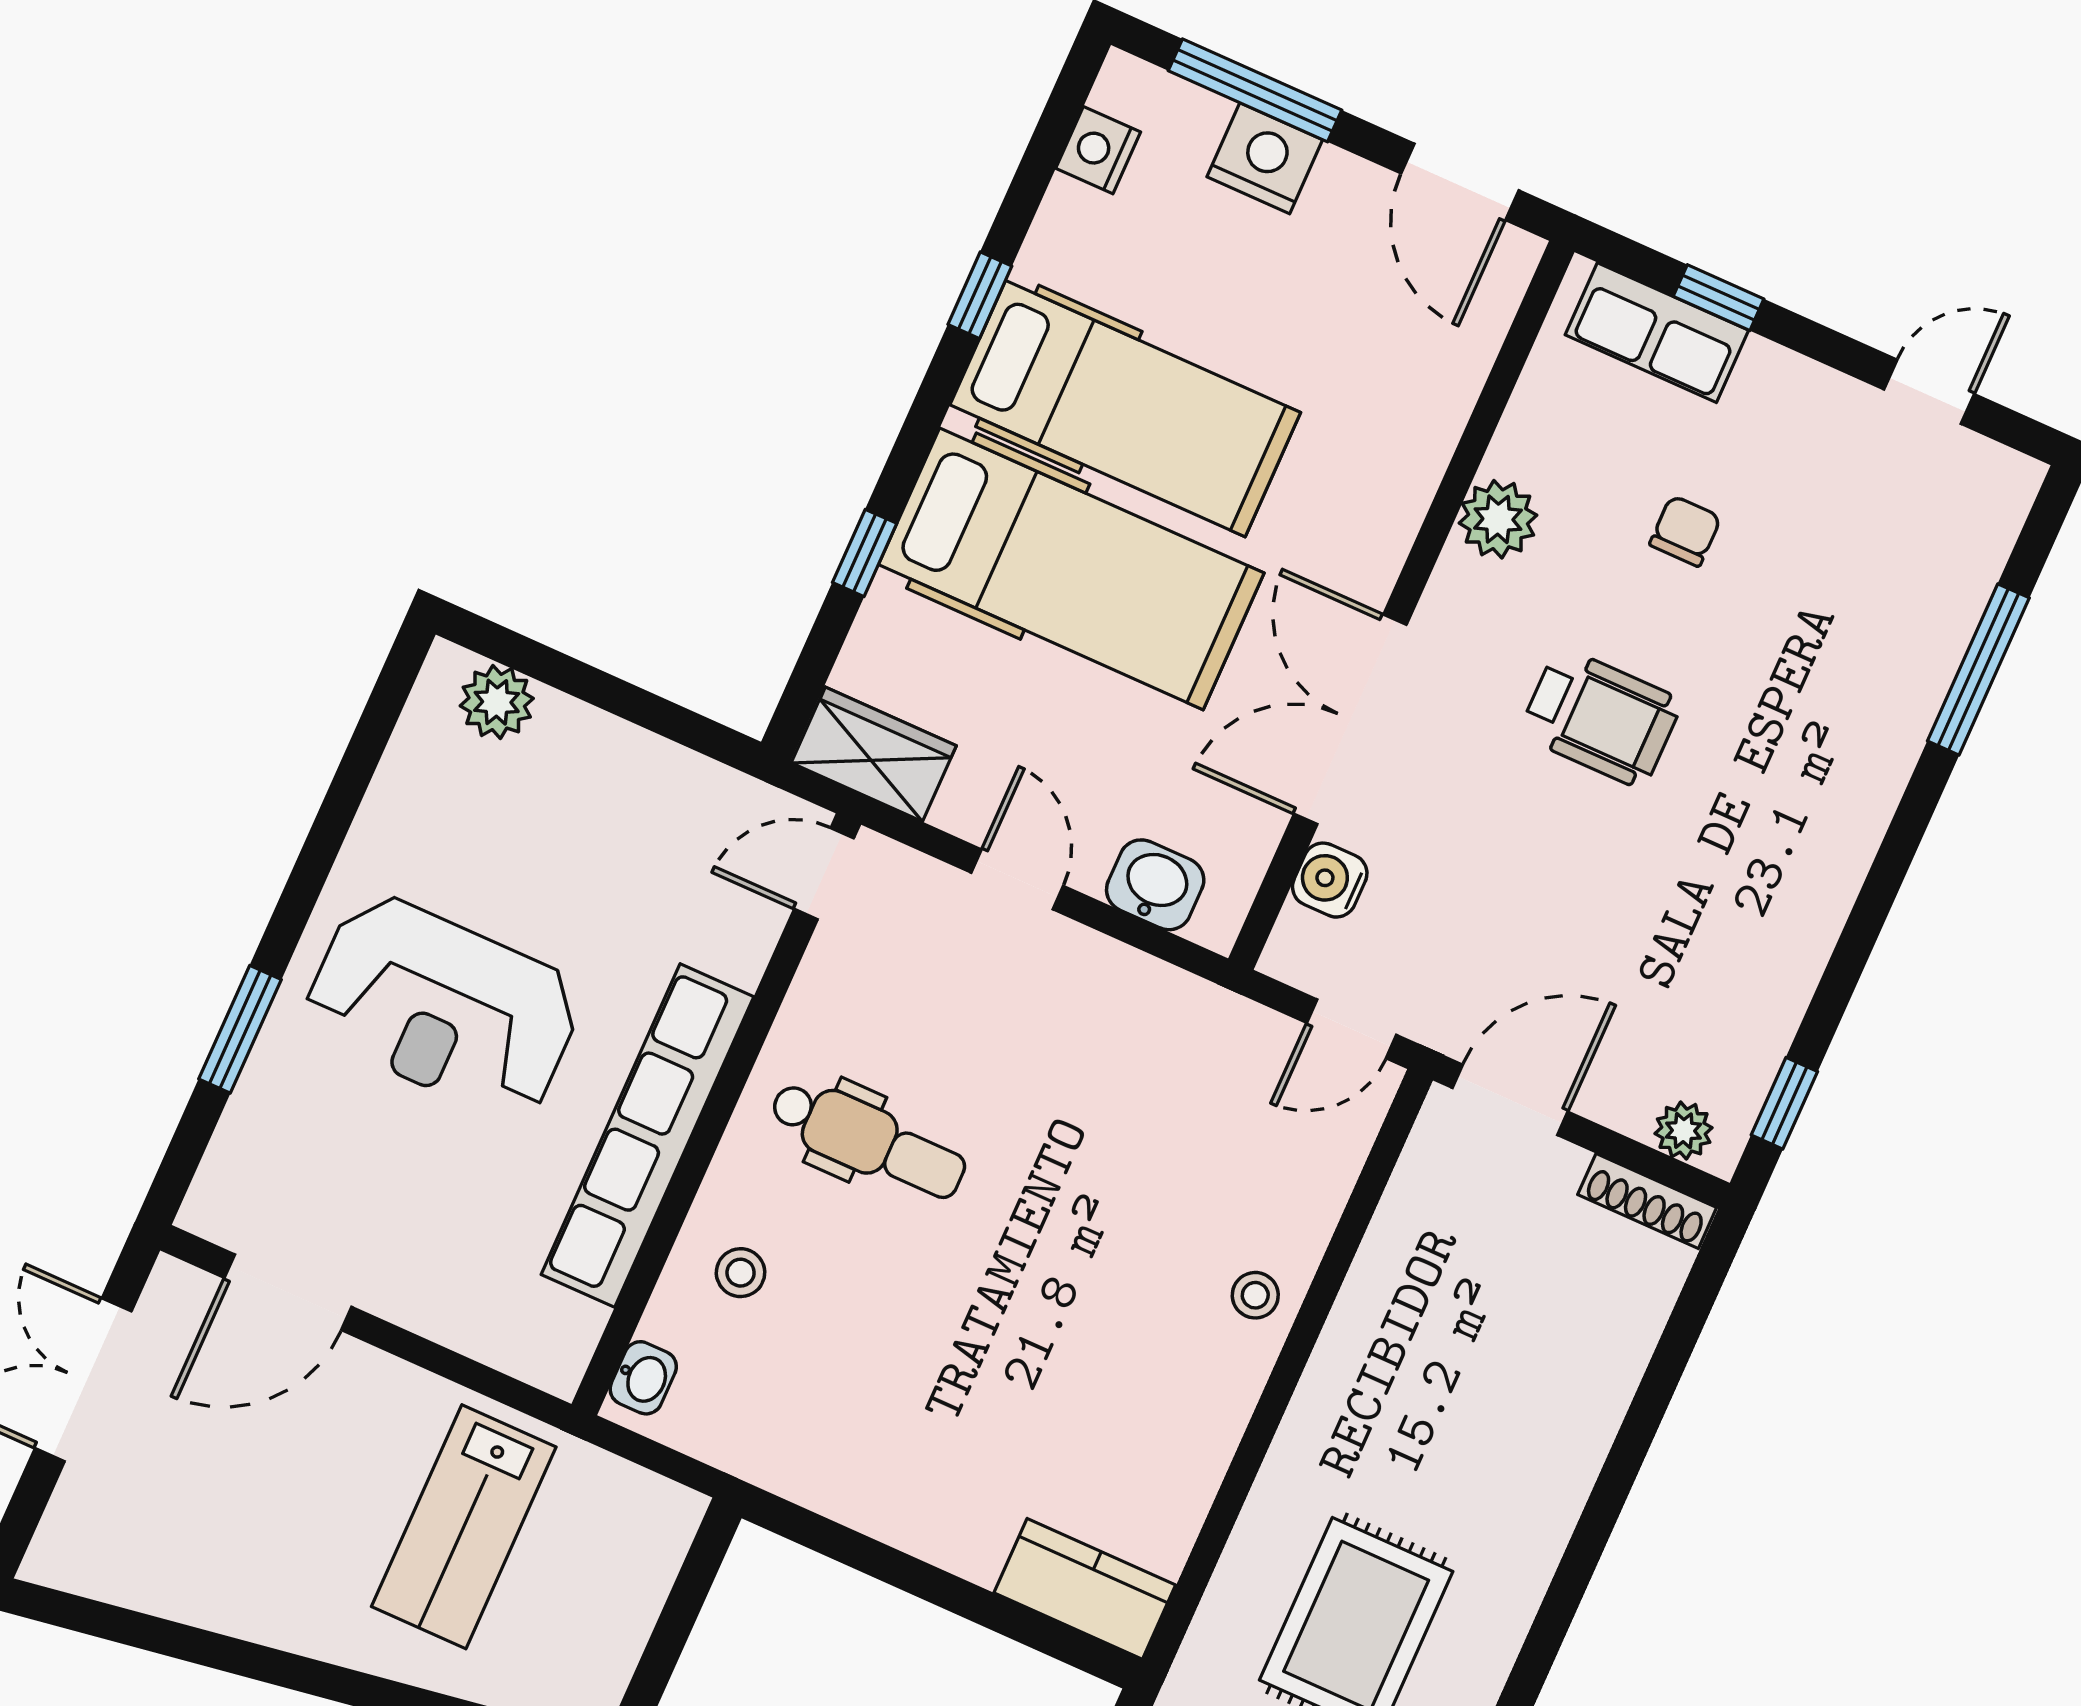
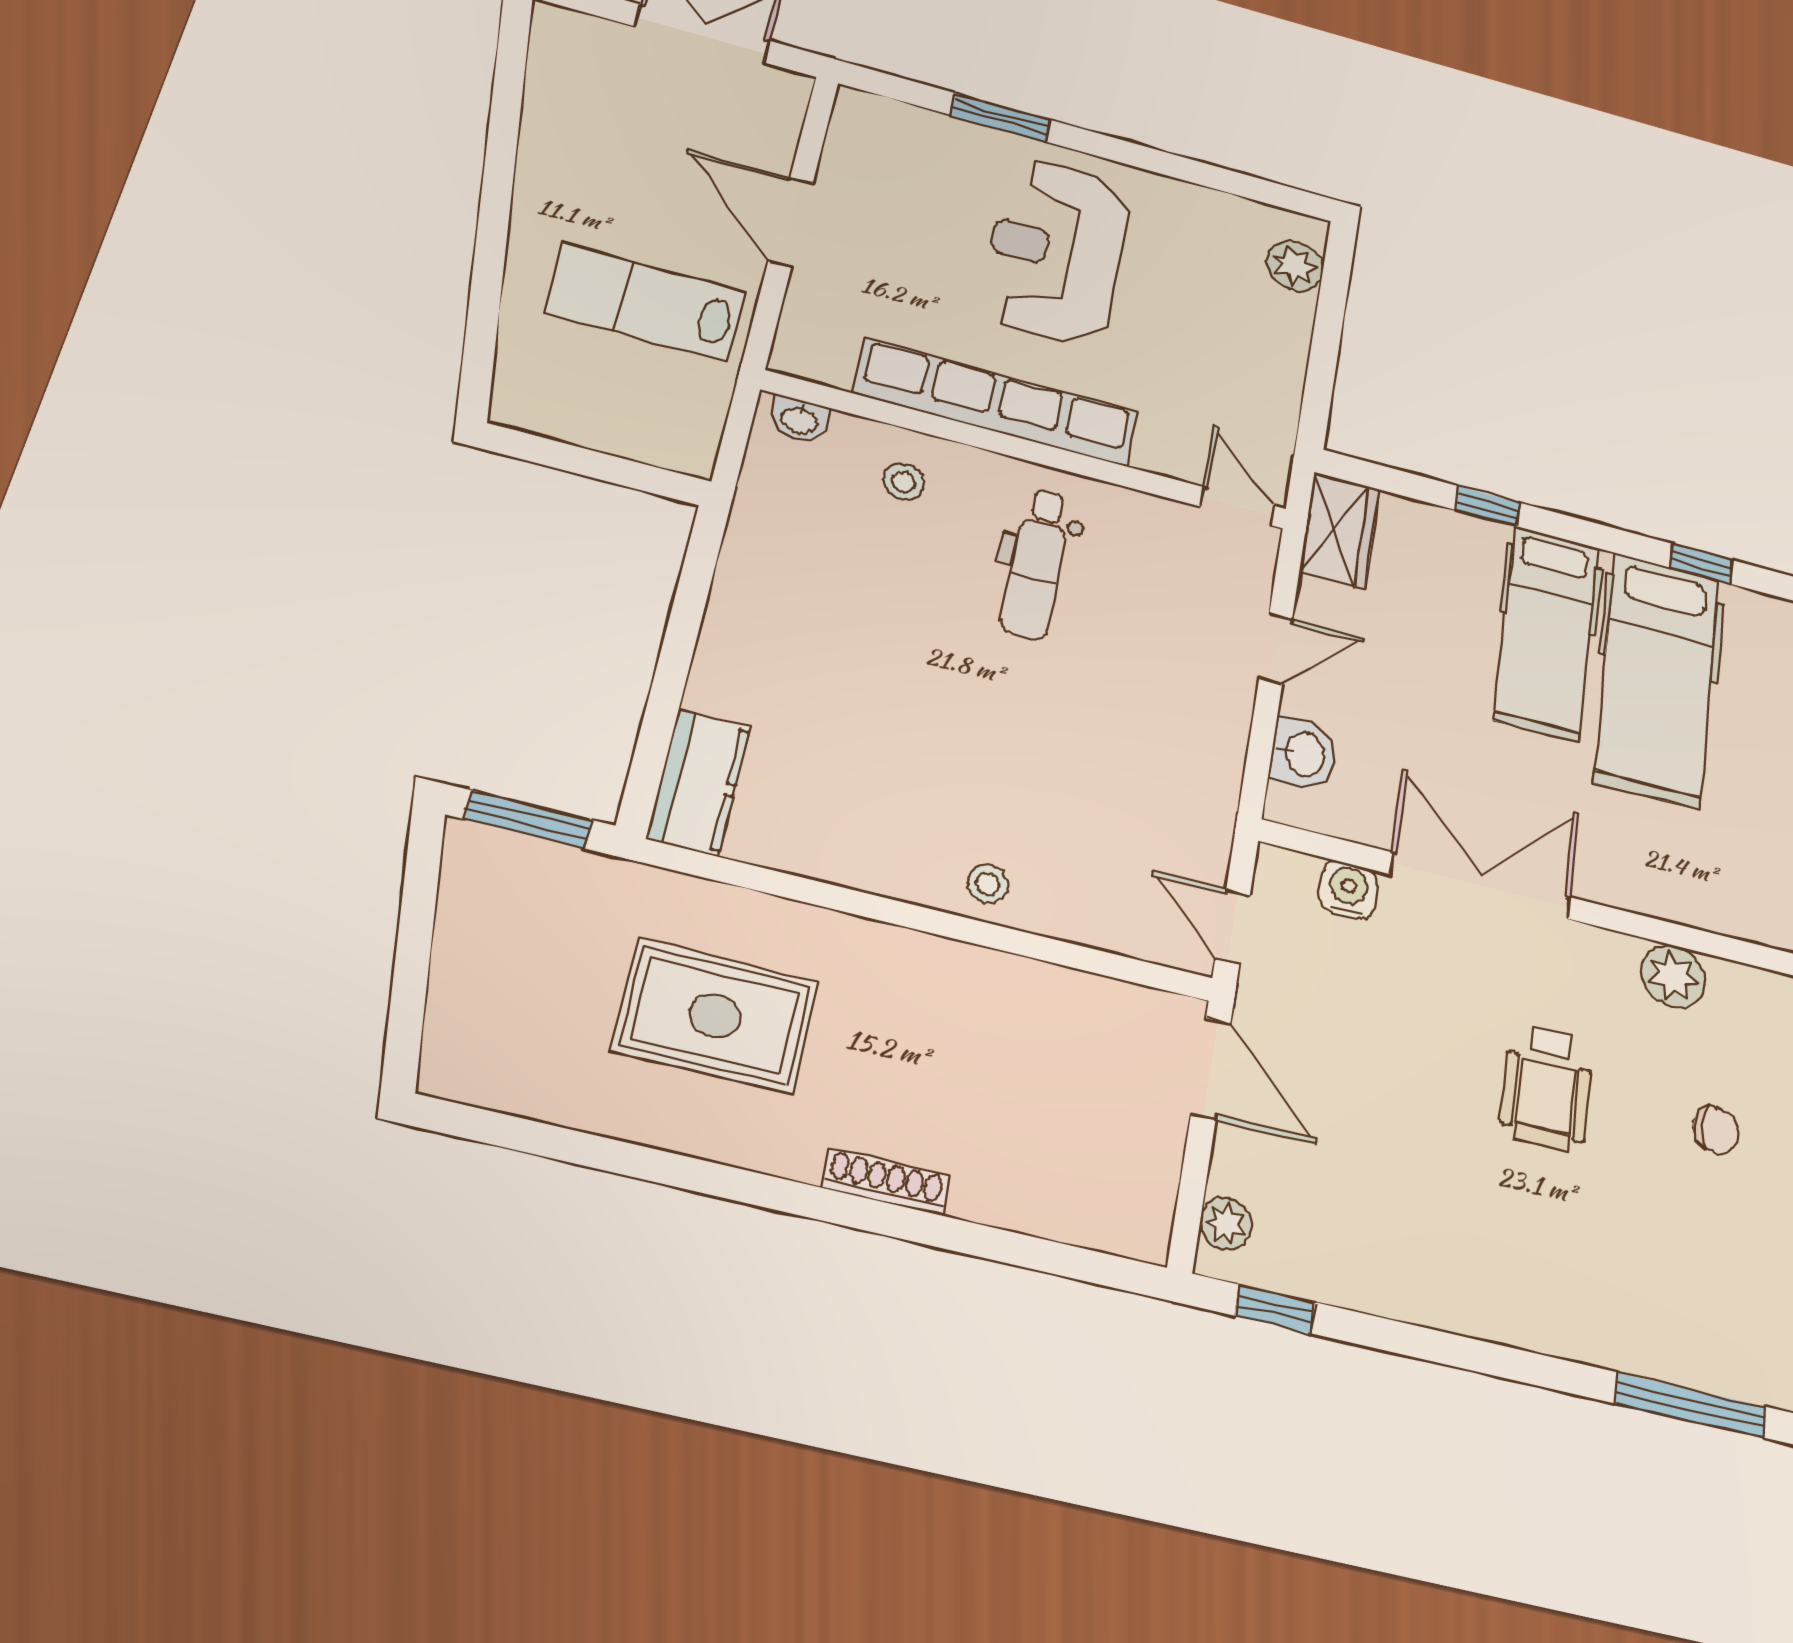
hospital bed: (1071, 569) -> (1546, 633), width x0.73, depth x0.78
shoe rack: (1647, 1201) -> (886, 1182), moved, turned 90
door: (288, 1292) -> (791, 222), moved

